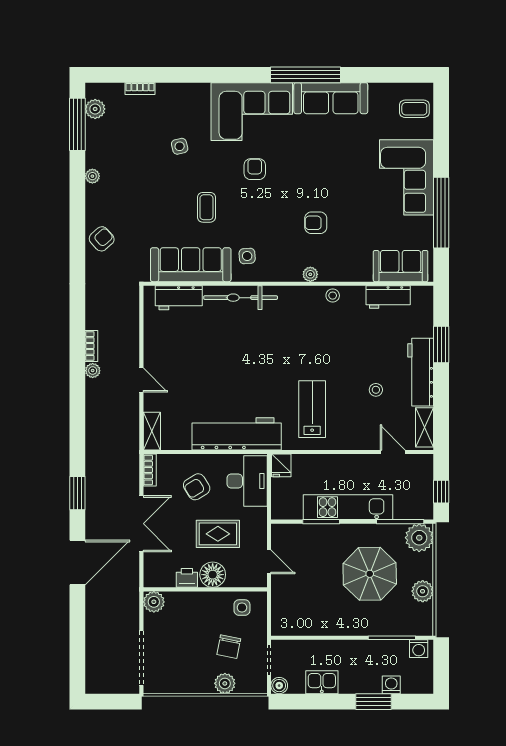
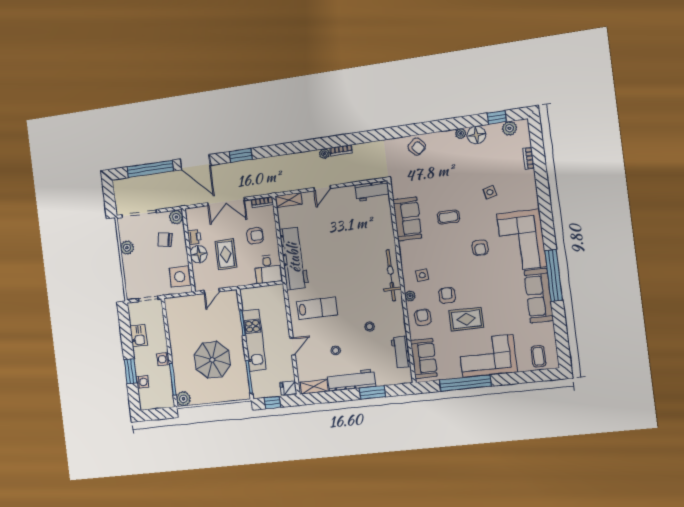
window: (77, 124) -> (497, 117), width x0.46
floor lamp: (98, 155) -> (476, 135), added
armchair: (255, 169) -> (480, 248), turned 90
rug: (352, 200) -> (466, 319), added
side table: (247, 256) -> (422, 275), moved
armchair: (343, 260) -> (423, 317), added
sofa: (191, 265) -> (407, 219), width x0.73
stool: (333, 296) -> (370, 327), moved
workbench: (179, 298) -> (372, 191), moved, turned -90
bicycle: (241, 298) -> (391, 275), moved
door: (393, 452) -> (292, 347), moved
fridge: (281, 465) -> (288, 388), moved
desk: (247, 481) -> (268, 269), width x0.73
armchair: (197, 487) -> (255, 236), turned 122
plant: (419, 538) -> (240, 391), removed
plant: (423, 591) -> (183, 399), moved
side table: (242, 608) -> (180, 277), width x1.87, depth x1.87
window: (77, 633) -> (150, 169), added
chair: (229, 647) -> (165, 240), moved
washing machine: (419, 649) -> (163, 359), moved
plant: (225, 683) -> (127, 248), moved
boiler: (279, 686) -> (133, 308), removed

